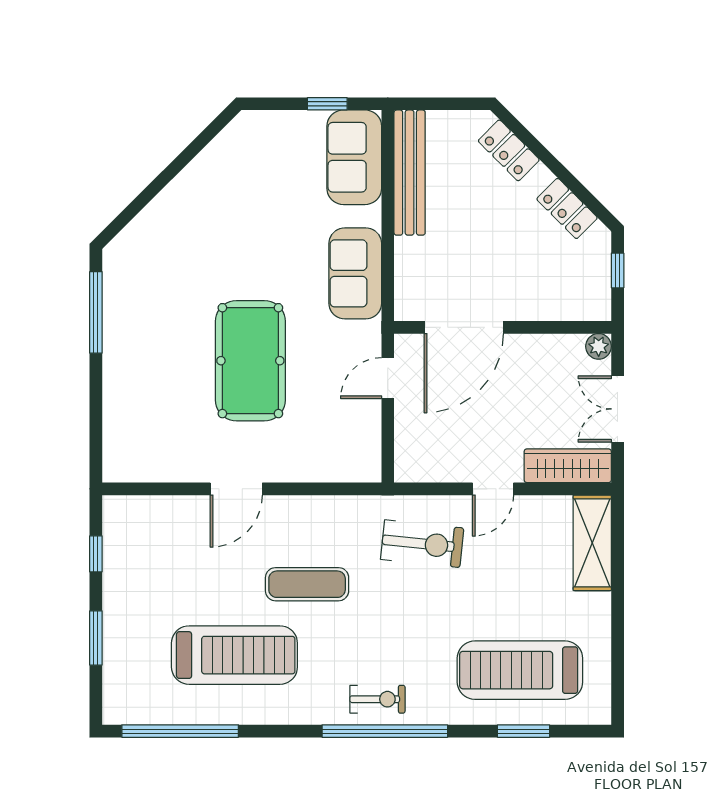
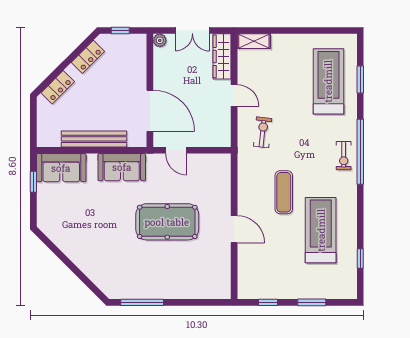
bench: (410, 173) -> (94, 139), moved
shelving: (592, 543) -> (254, 41), width x0.67, depth x0.75
exercise bike: (422, 544) -> (263, 132), width x0.73, depth x0.72
treadmill: (520, 670) -> (328, 81), turned 180
exercise bike: (377, 699) -> (344, 156), turned 180
window: (180, 731) -> (360, 258), width x0.32

